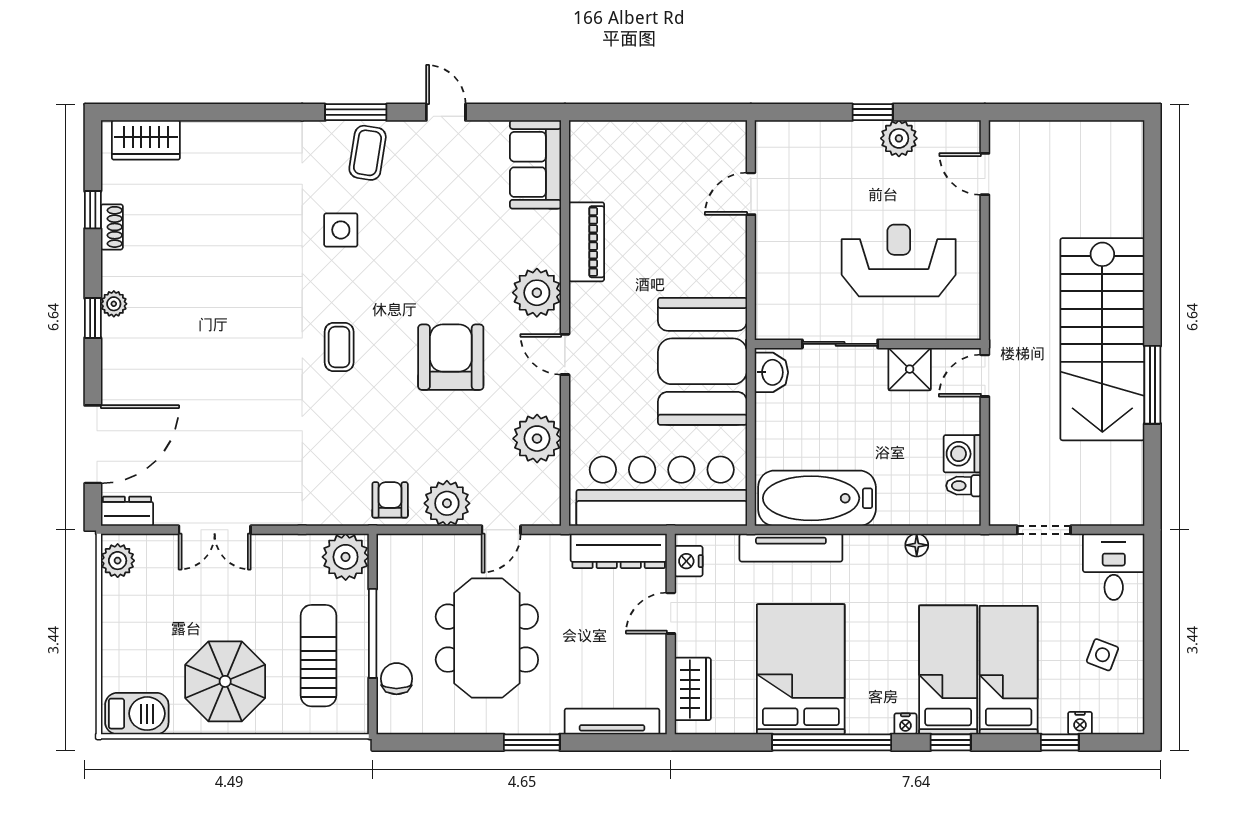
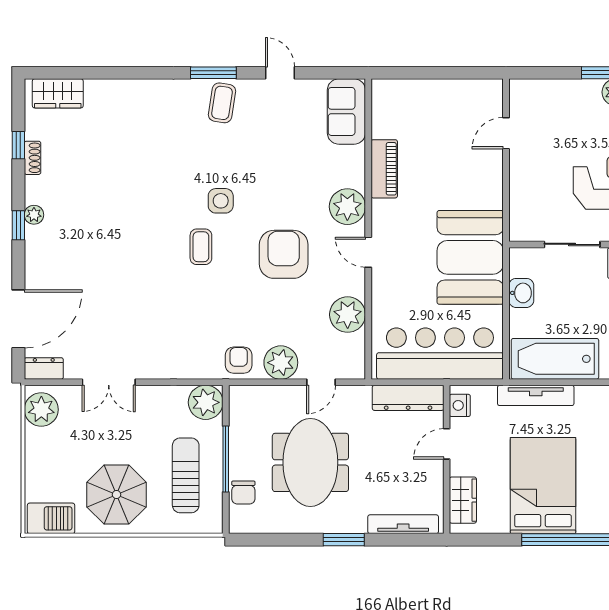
side table: (341, 230) -> (221, 201), moved
washbasin: (771, 372) -> (521, 293), moved
plant: (118, 561) -> (41, 410), width x1.36, depth x1.36
chair: (396, 679) -> (243, 493), turned 180

